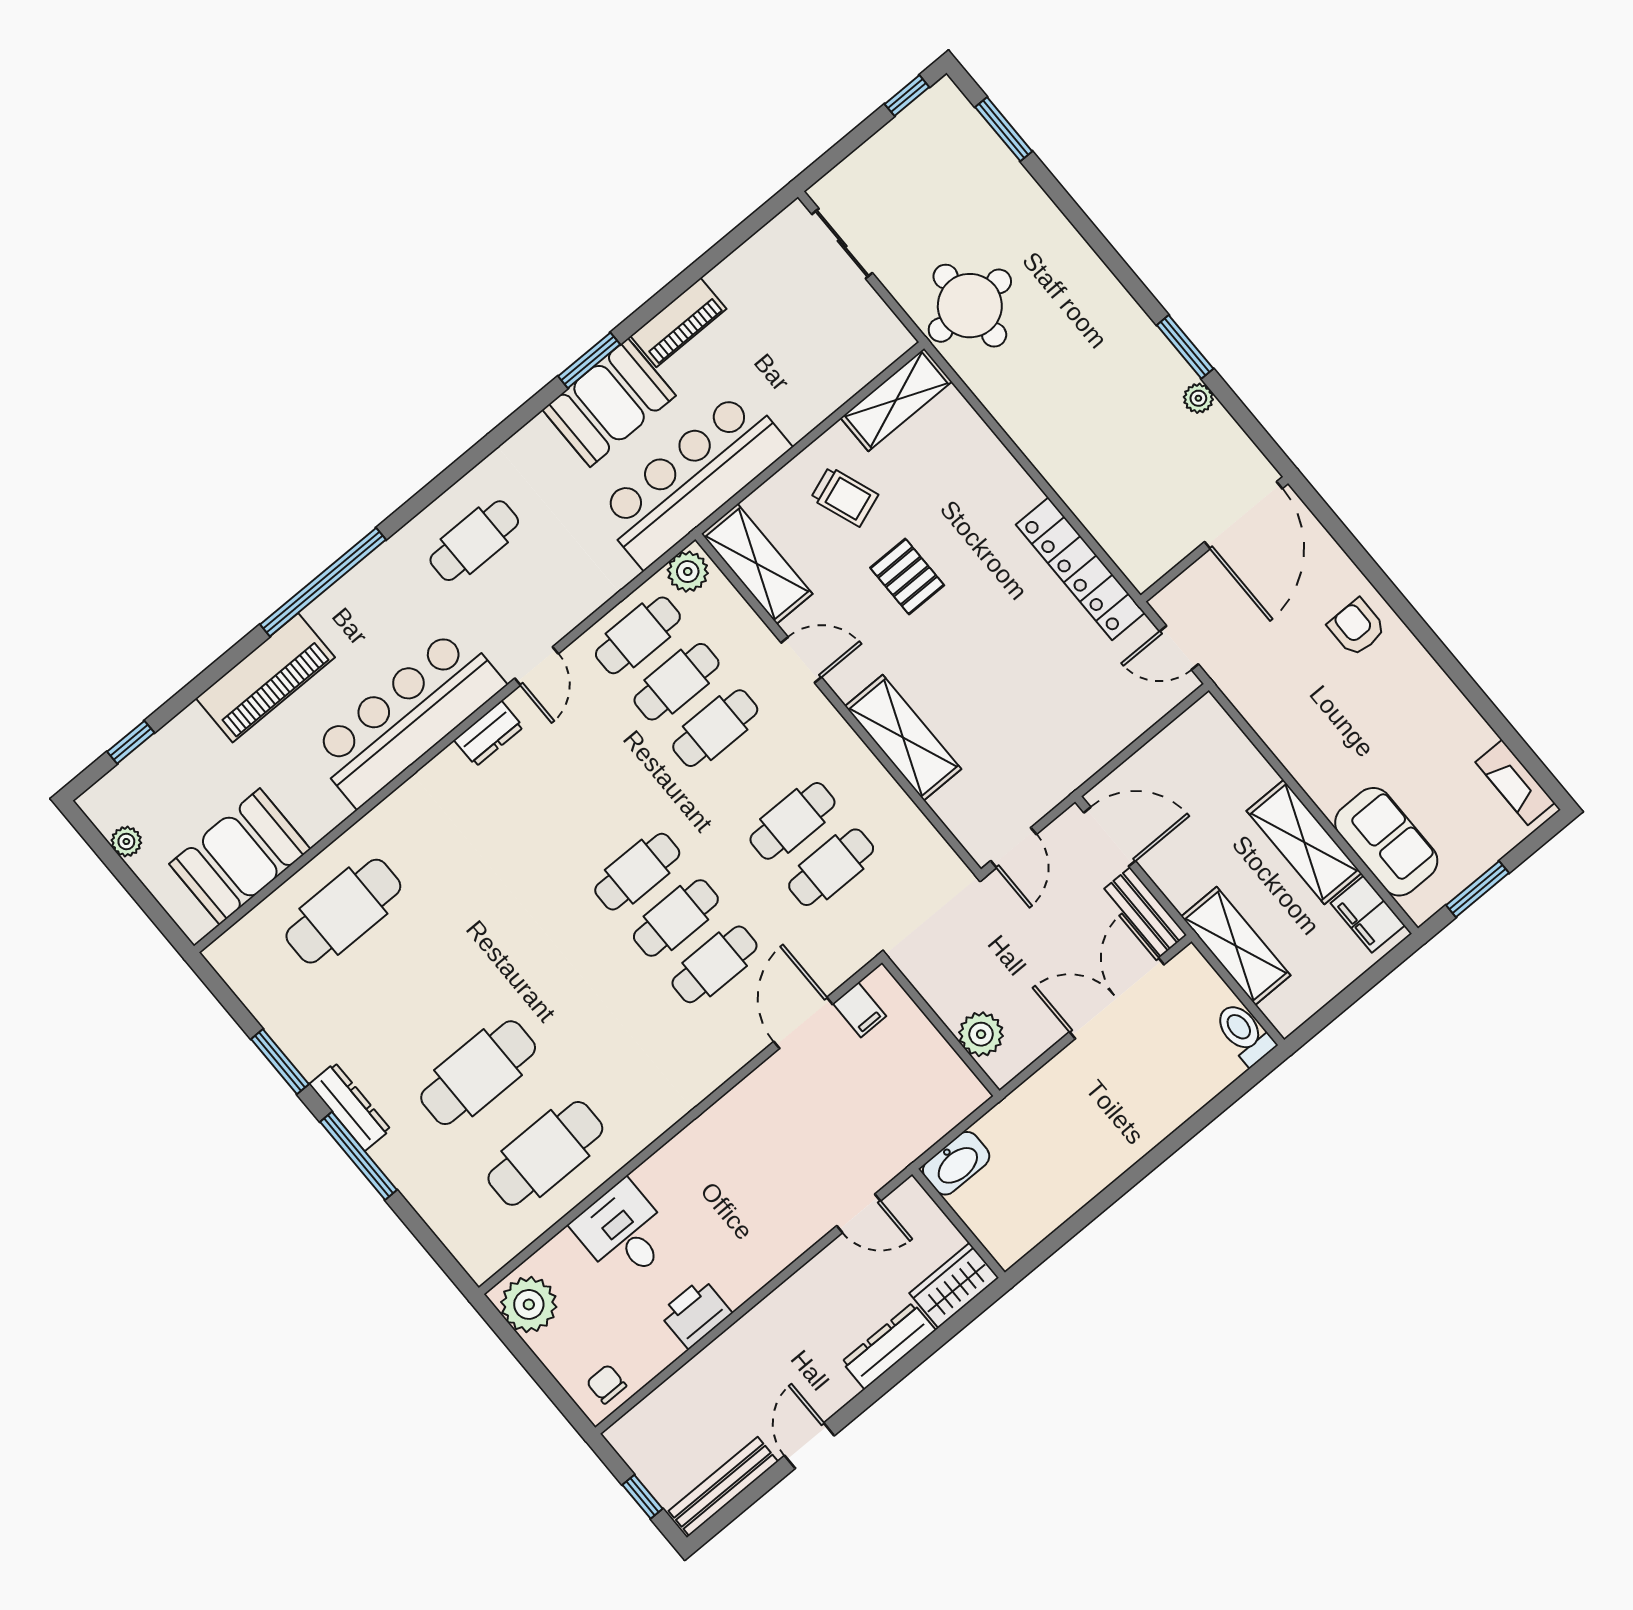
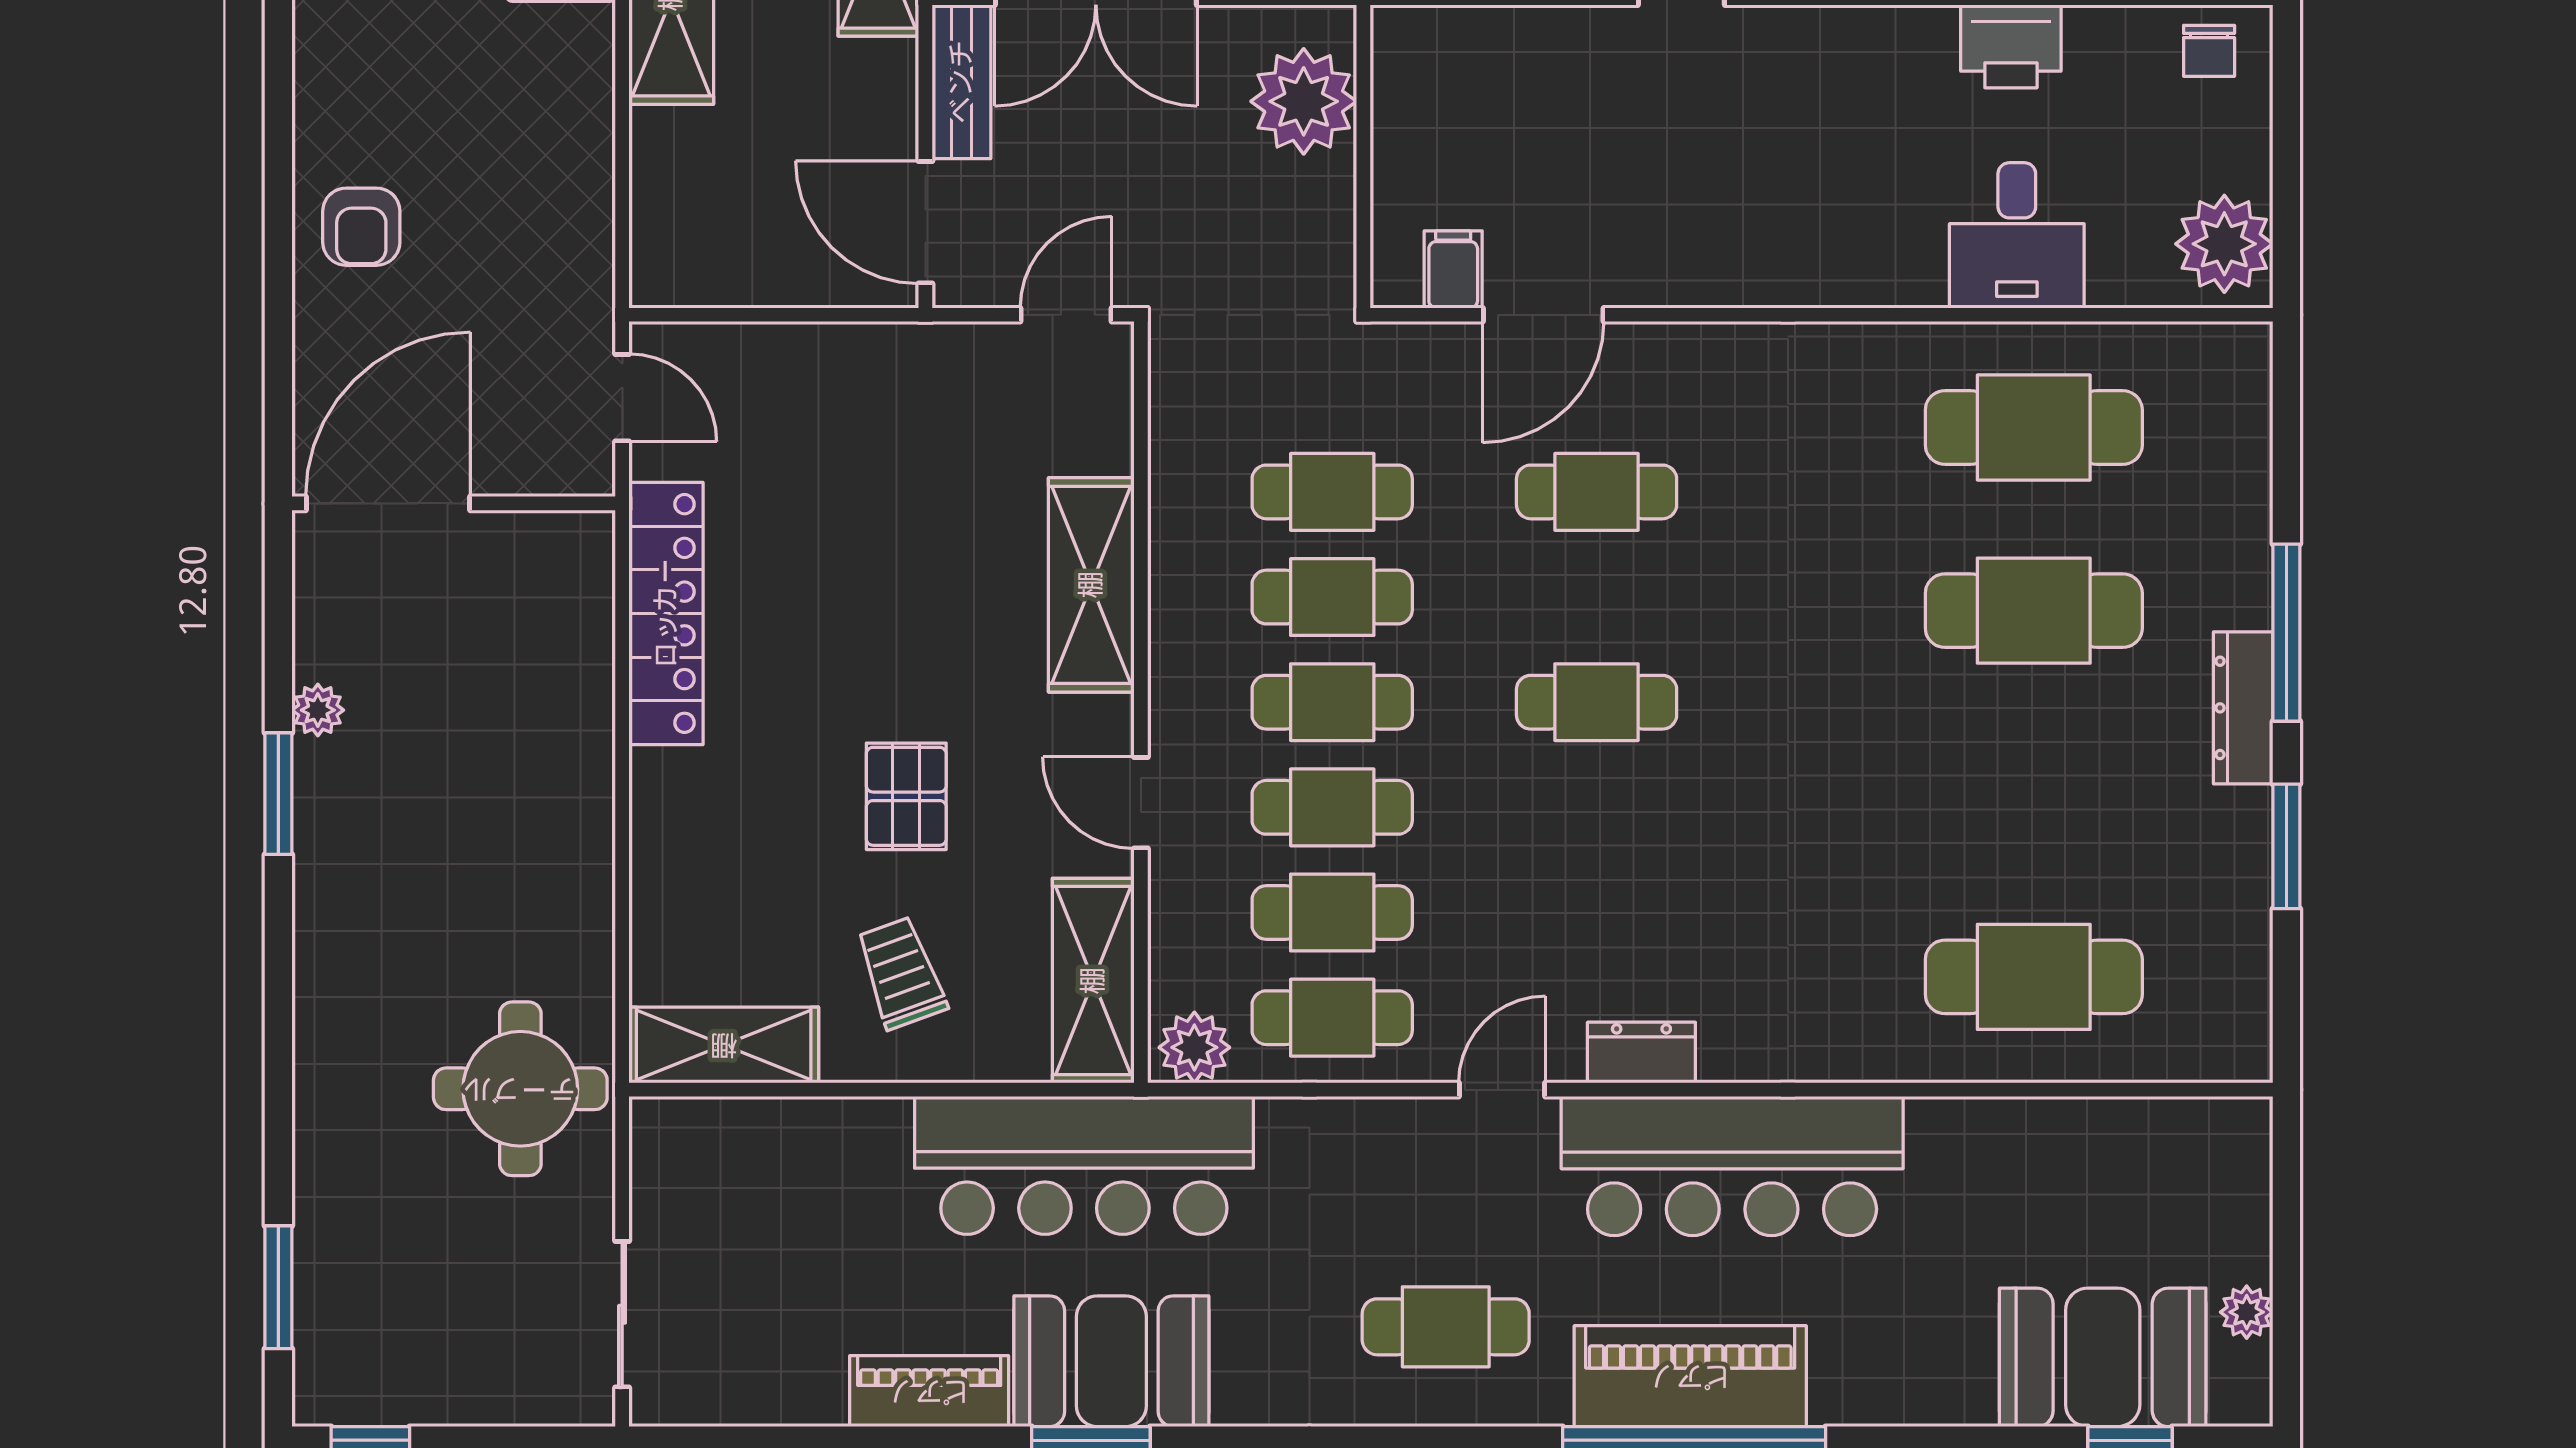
piano: (265, 678) -> (1690, 1376), moved
booth: (240, 856) -> (2103, 1357), moved
cafe table: (676, 918) -> (1332, 702), moved
plant: (981, 1034) -> (1304, 101), width x1.36, depth x1.36

